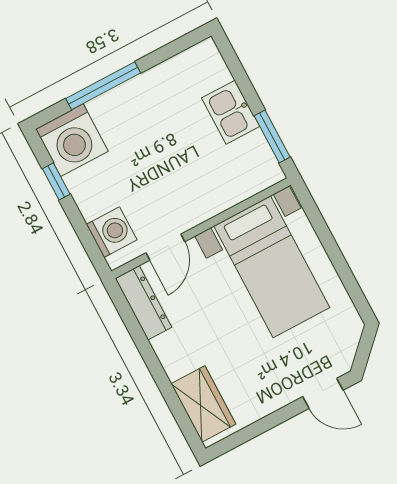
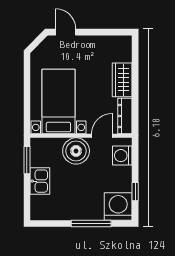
boiler: (196, 197) -> (76, 151), added
wardrobe: (203, 404) -> (122, 80), moved

